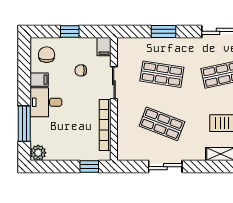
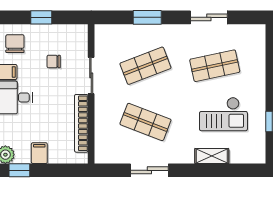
filing cabinet: (104, 47) -> (39, 153), moved, turned 180
shop shelf: (162, 74) -> (145, 66), turned -30
window: (89, 167) -> (19, 170), moved

